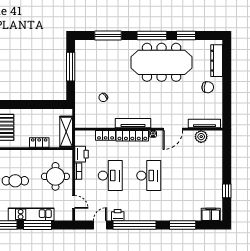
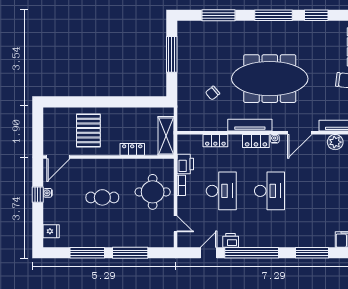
meeting table: (162, 62) -> (270, 79), moved
locker: (132, 136) -> (256, 141), width x0.66
kitchen unit: (31, 214) -> (122, 239), removed

